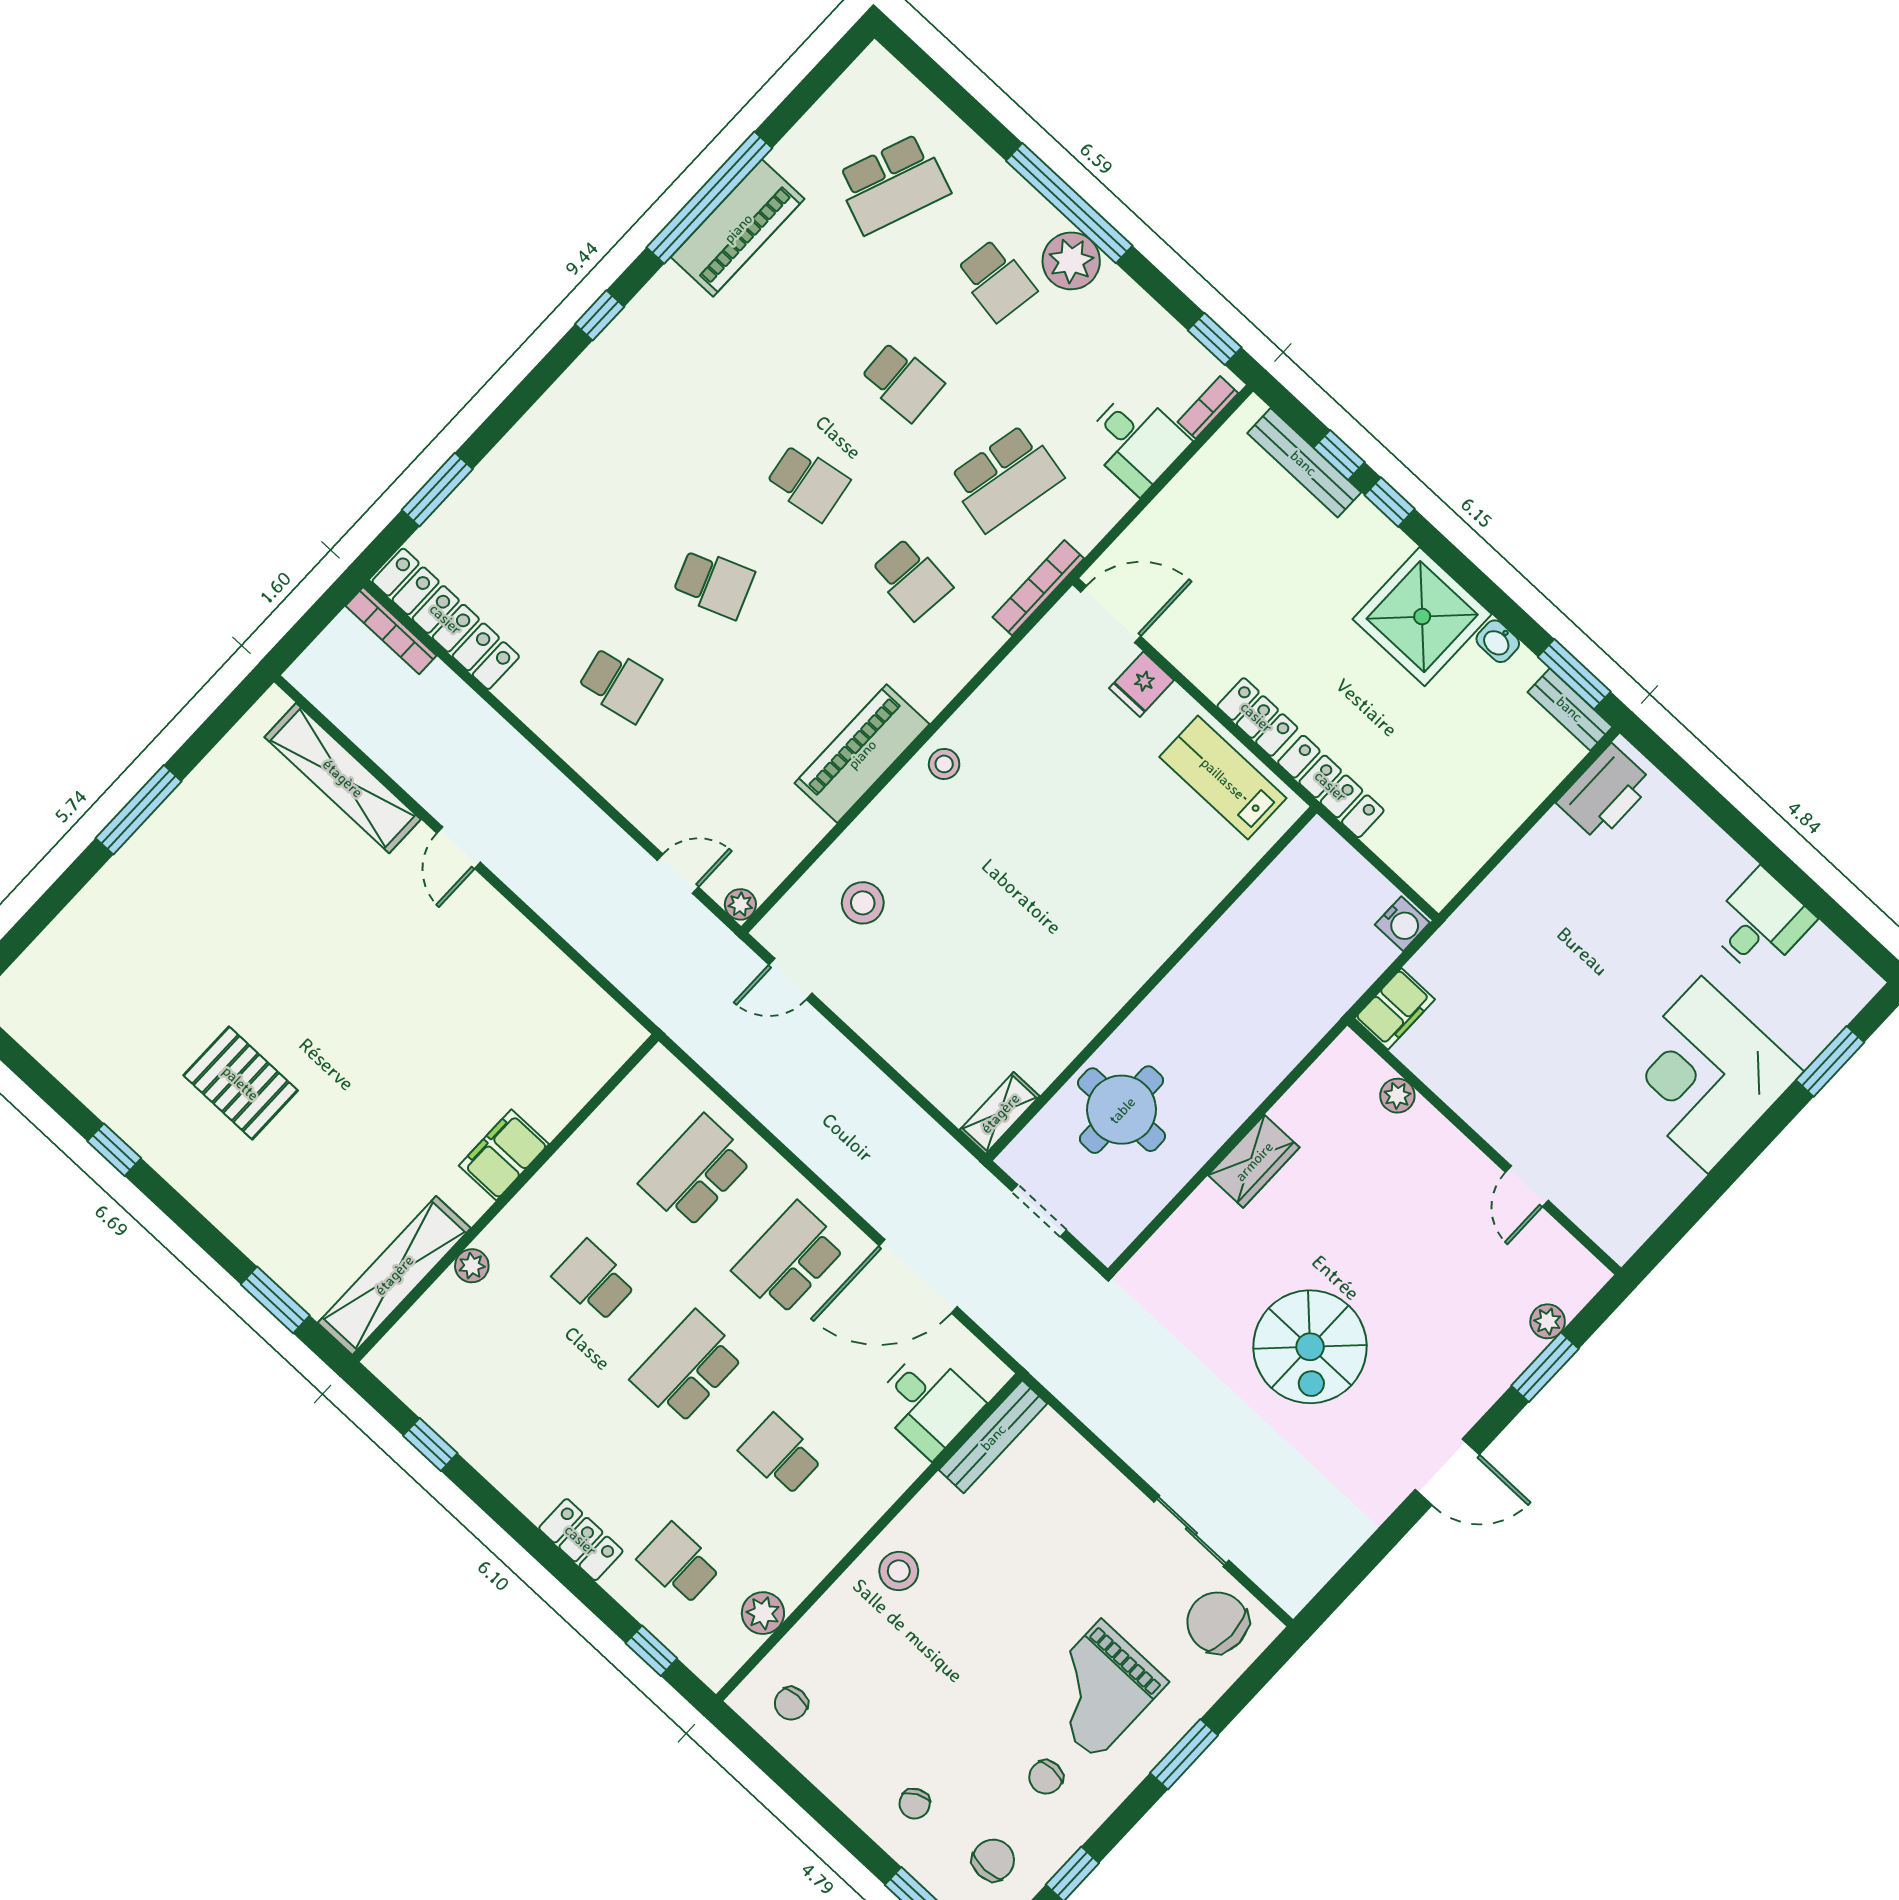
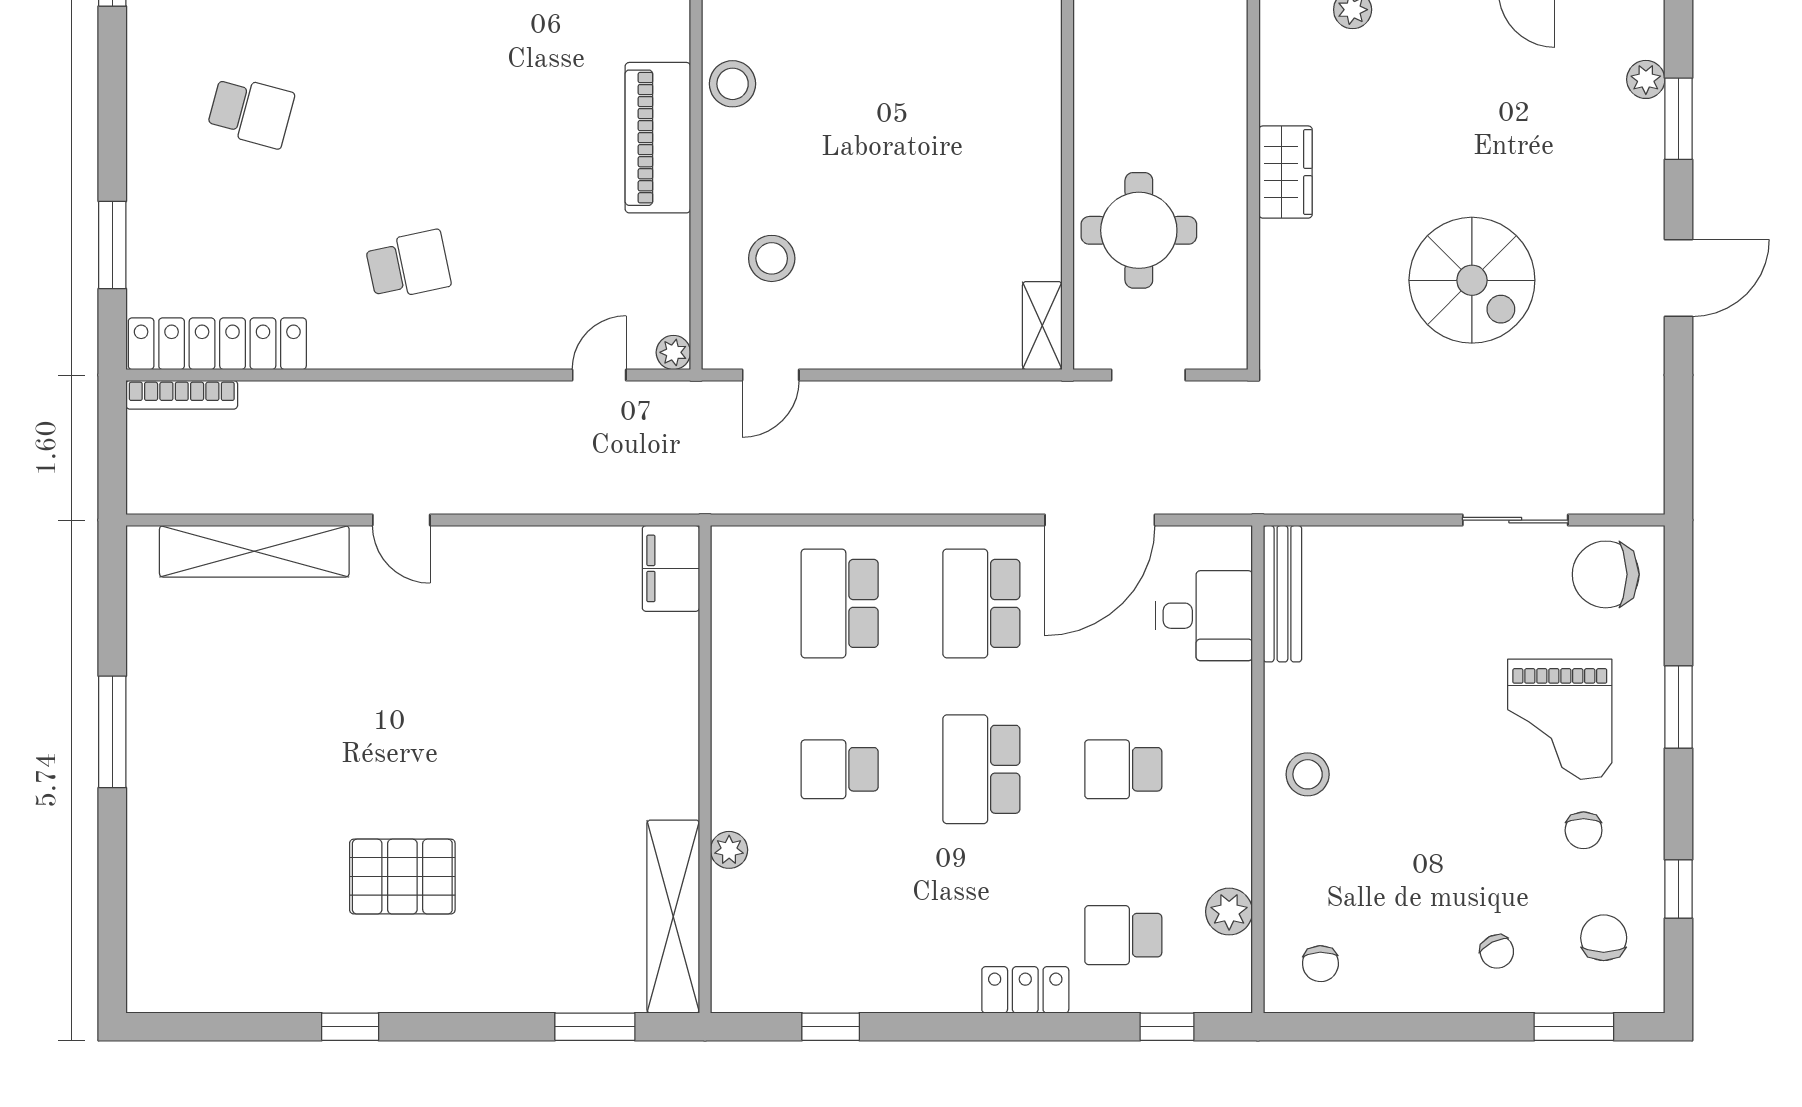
school desk: (714, 583) -> (251, 112), moved, turned 36
stool: (944, 764) -> (733, 84), width x1.37, depth x1.37
filing cabinet: (504, 1155) -> (671, 568), moved

